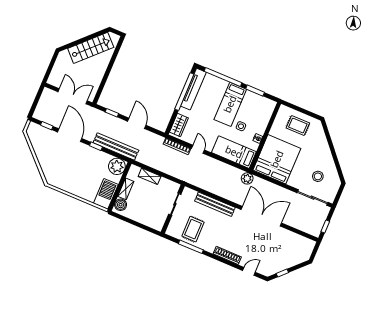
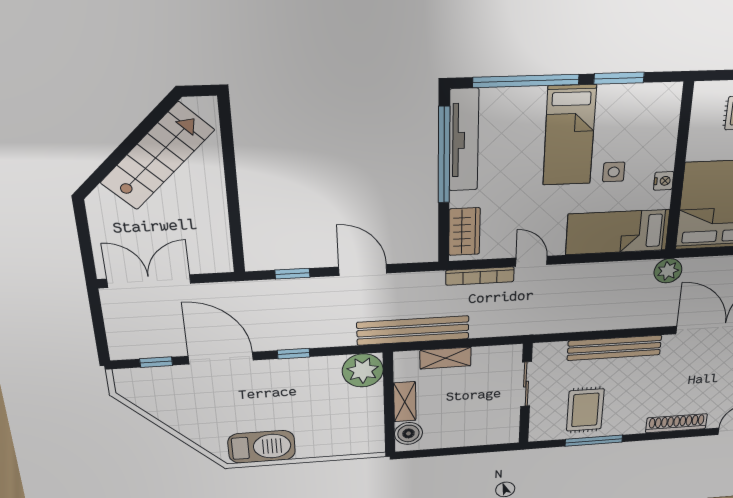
double door: (73, 96) -> (149, 281), moved
bench: (116, 146) -> (413, 331), moved
barbecue: (106, 194) -> (262, 447), moved, turned 90

